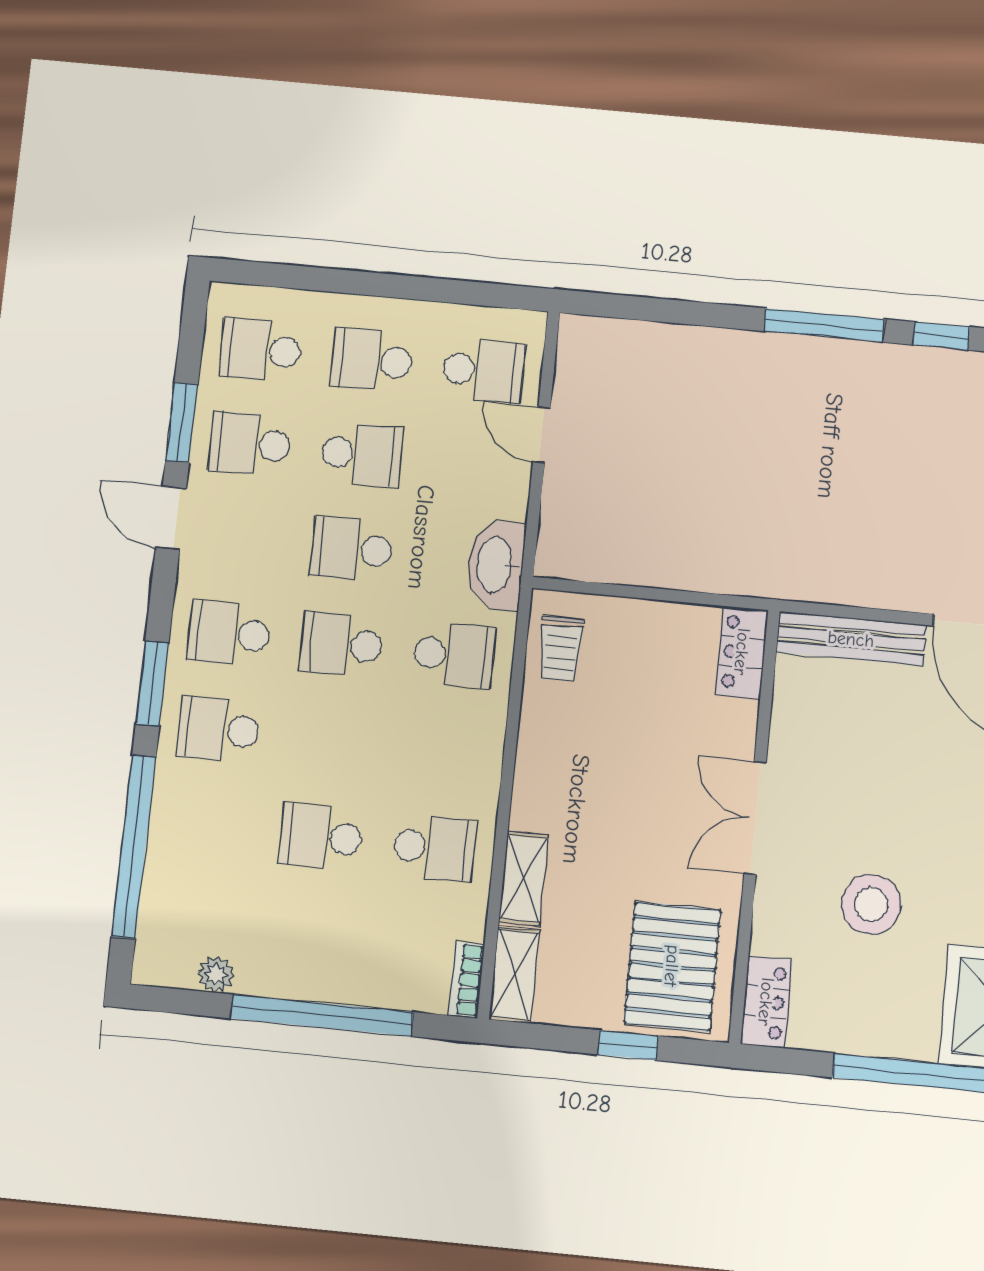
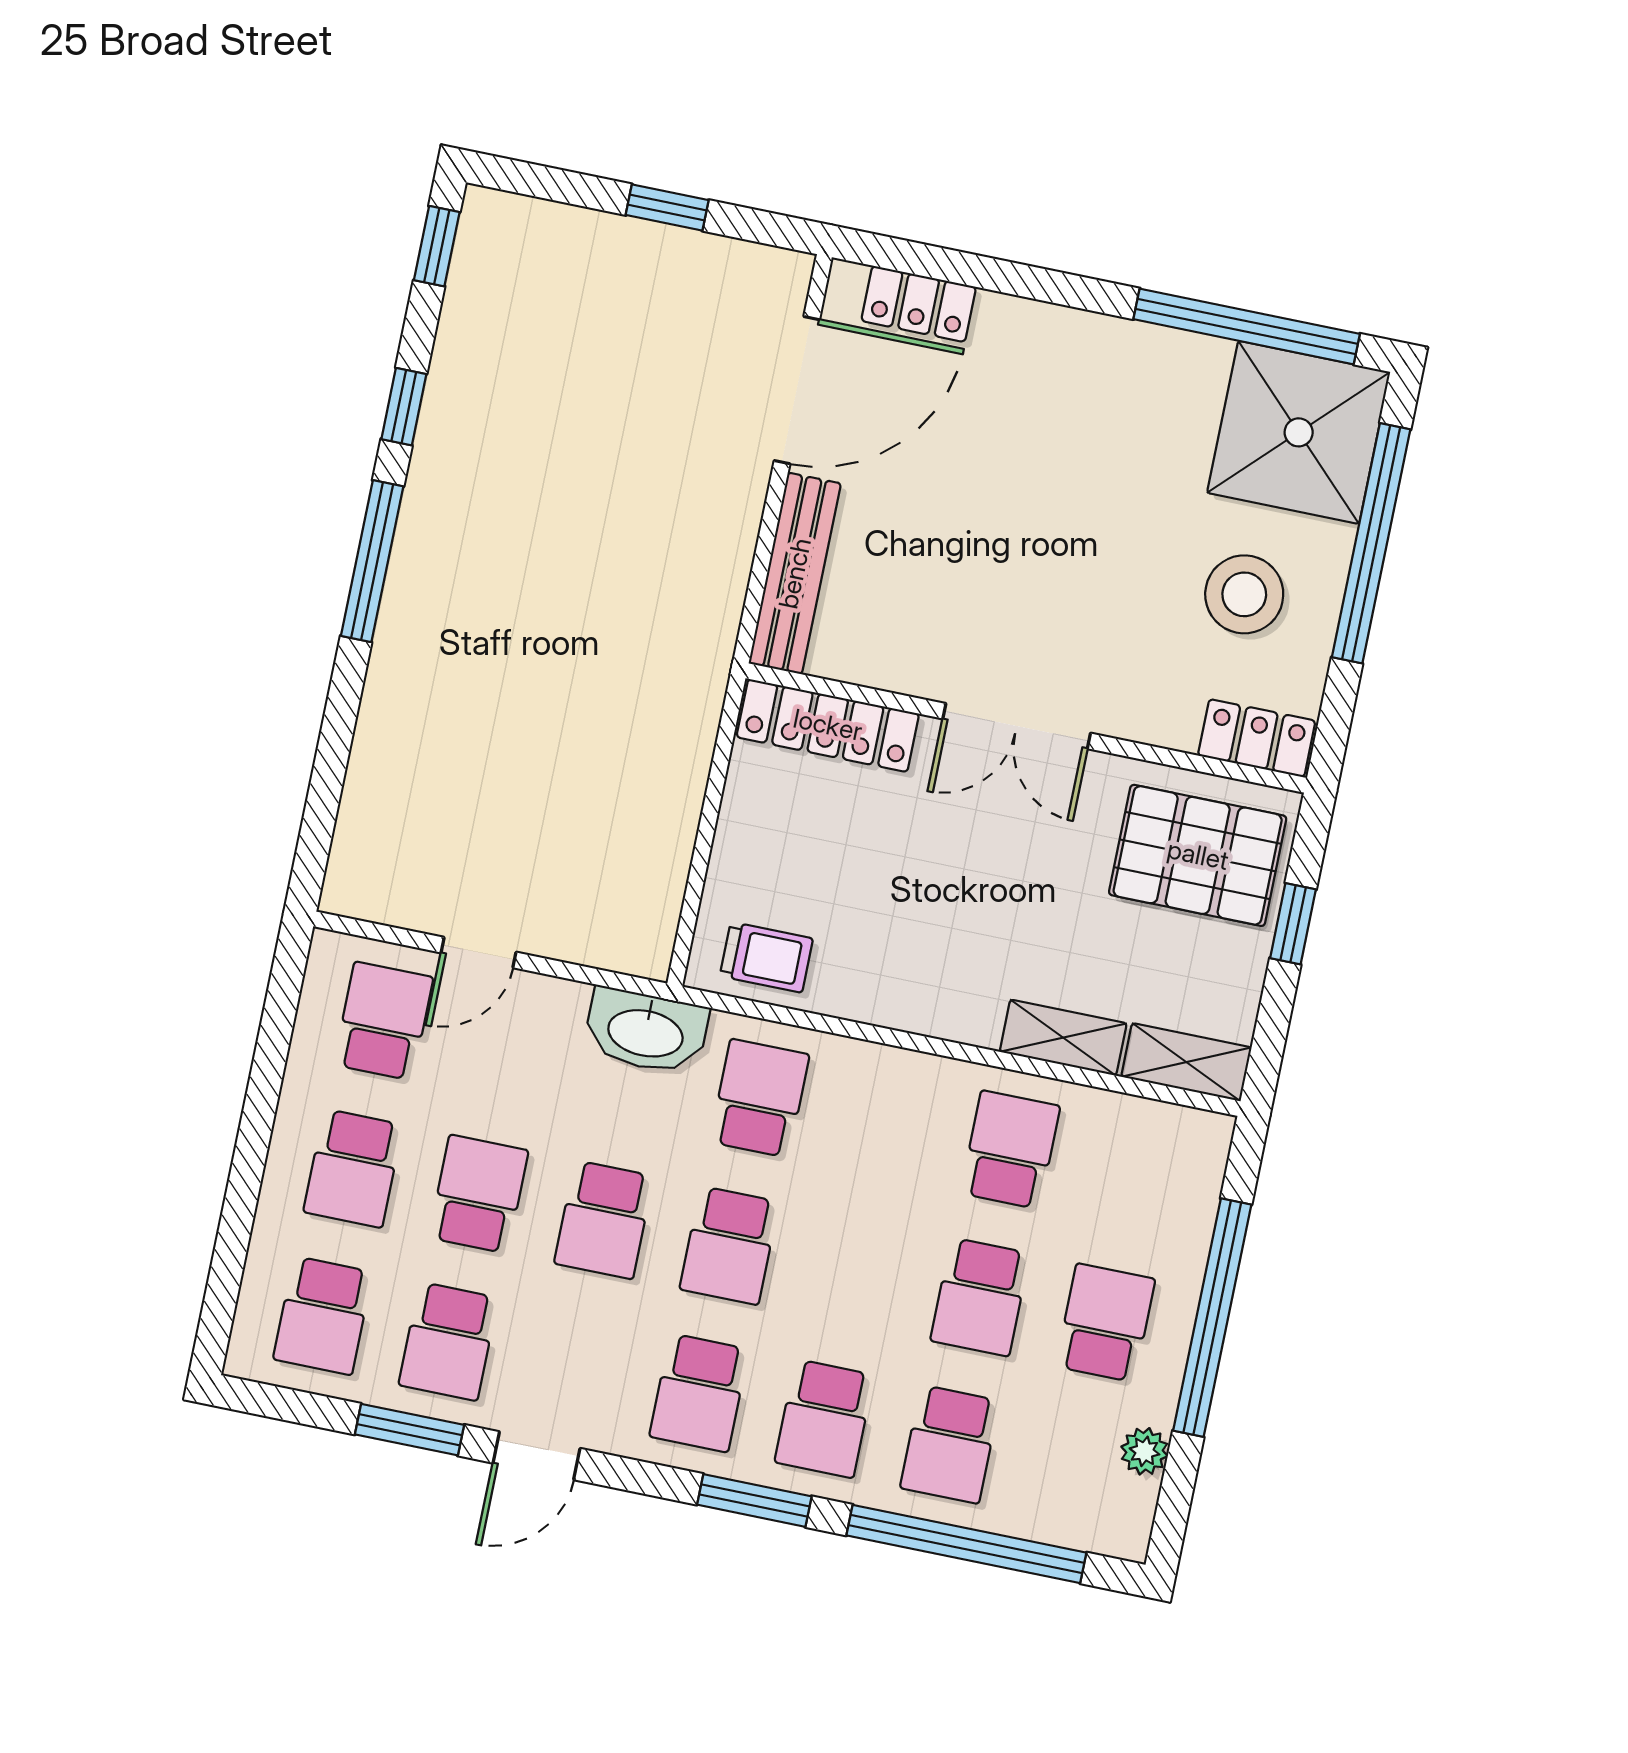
locker: (742, 652) -> (828, 725), width x1.53
school desk: (208, 826) -> (950, 1444), added
stool: (871, 904) -> (1244, 594), moved
school desk: (311, 934) -> (1105, 1323), added
bookcase: (466, 980) -> (1186, 1125), removed

